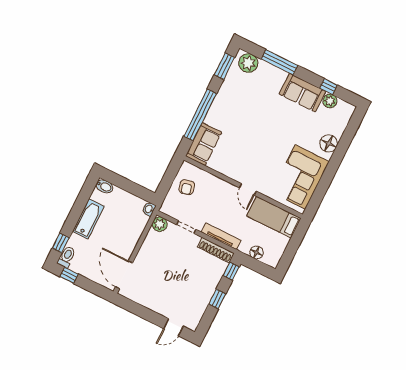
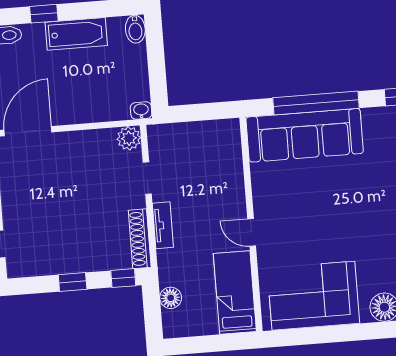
sofa: (204, 144) -> (305, 135), width x1.85, depth x1.27
armchair: (187, 187) -> (203, 145), removed
door: (248, 189) -> (252, 232), hinge flipped
tv unit: (221, 236) -> (163, 225), width x0.71
window: (61, 243) -> (44, 14), moved

